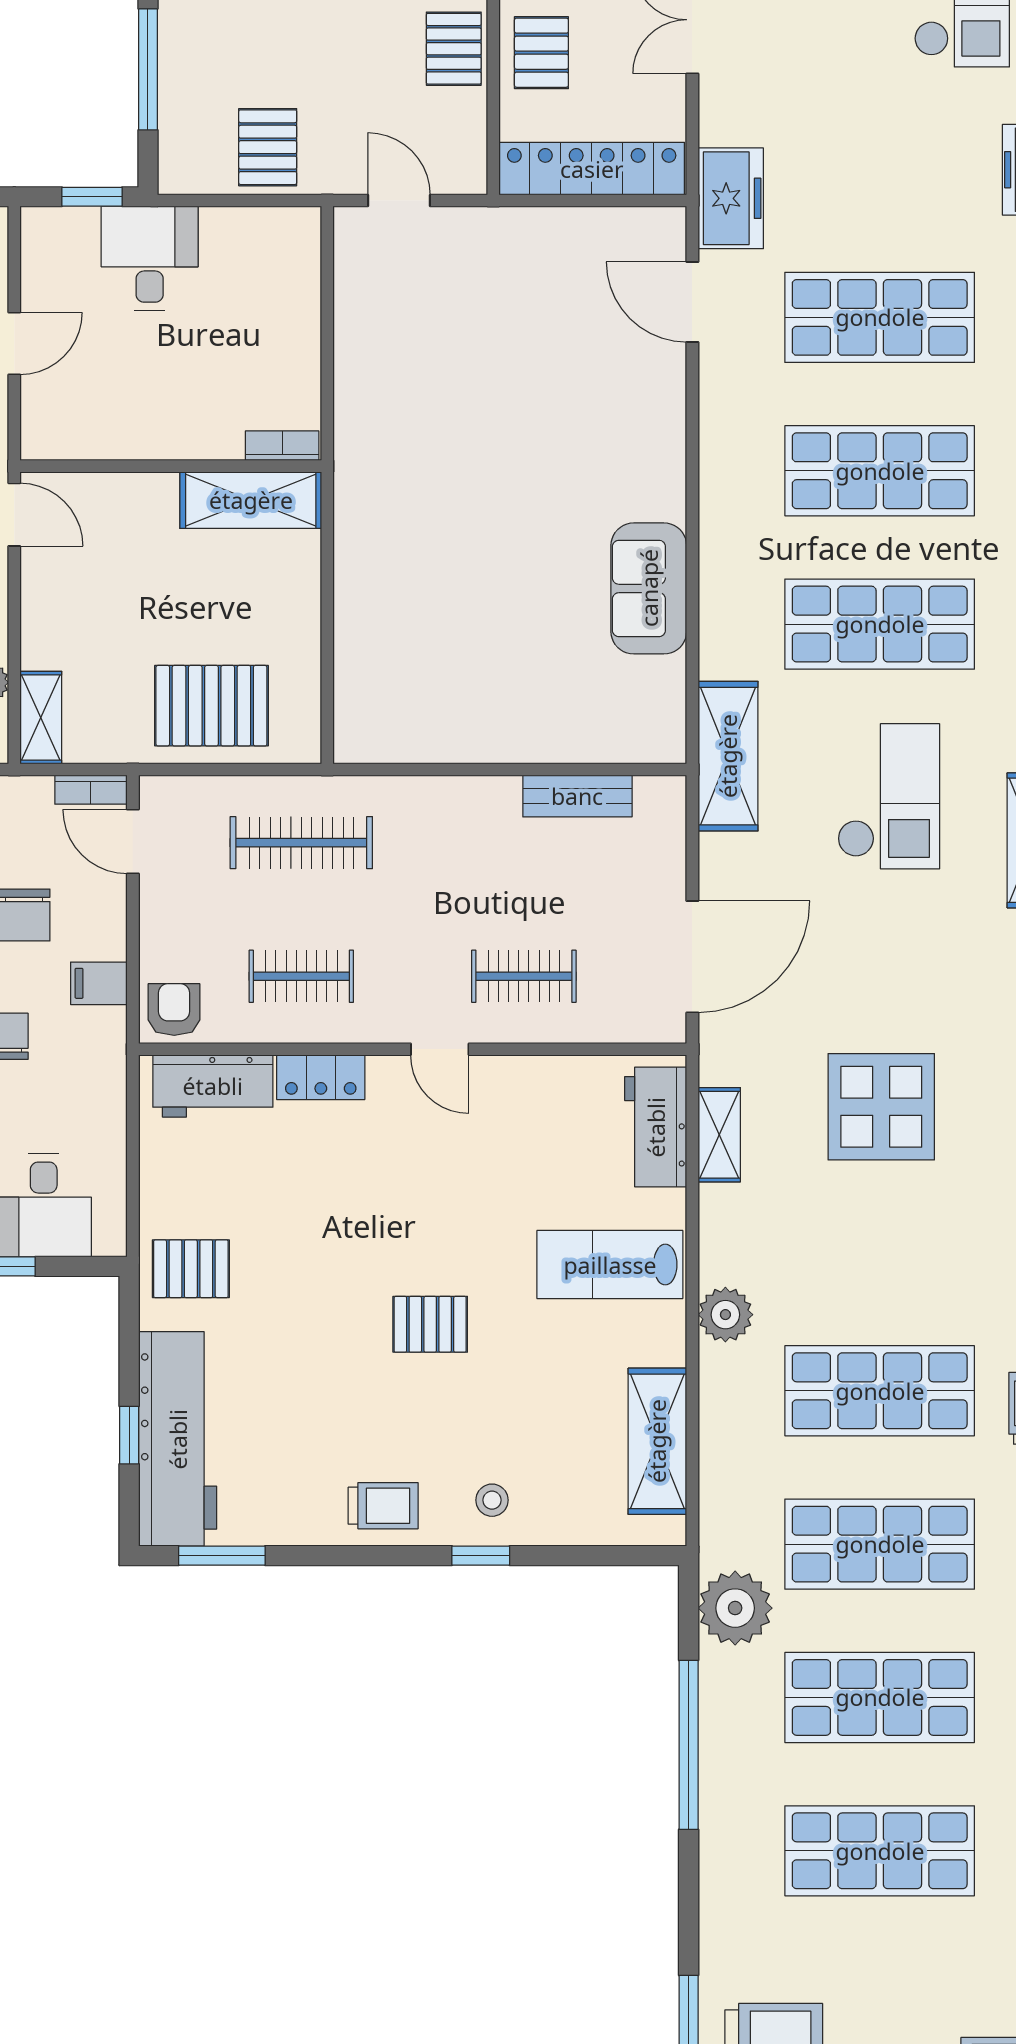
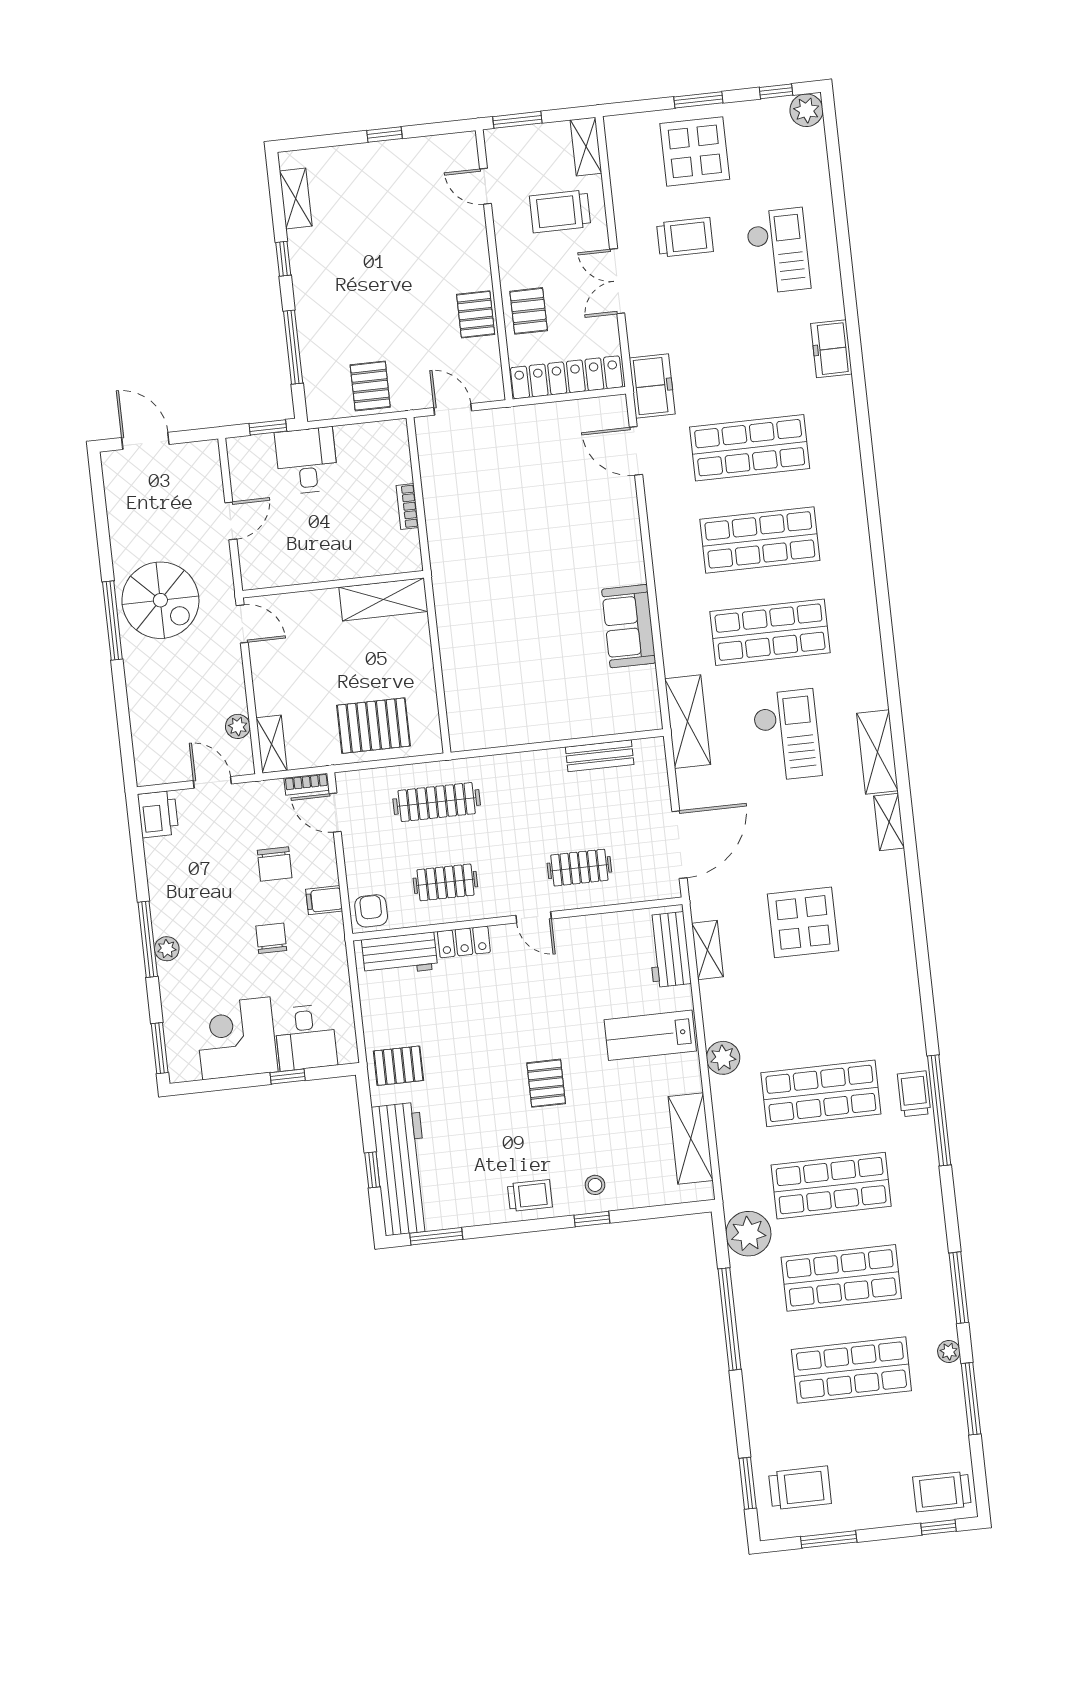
bookcase: (282, 446) -> (407, 507), moved, turned -90
pallet: (430, 1324) -> (546, 1083), turned 90

